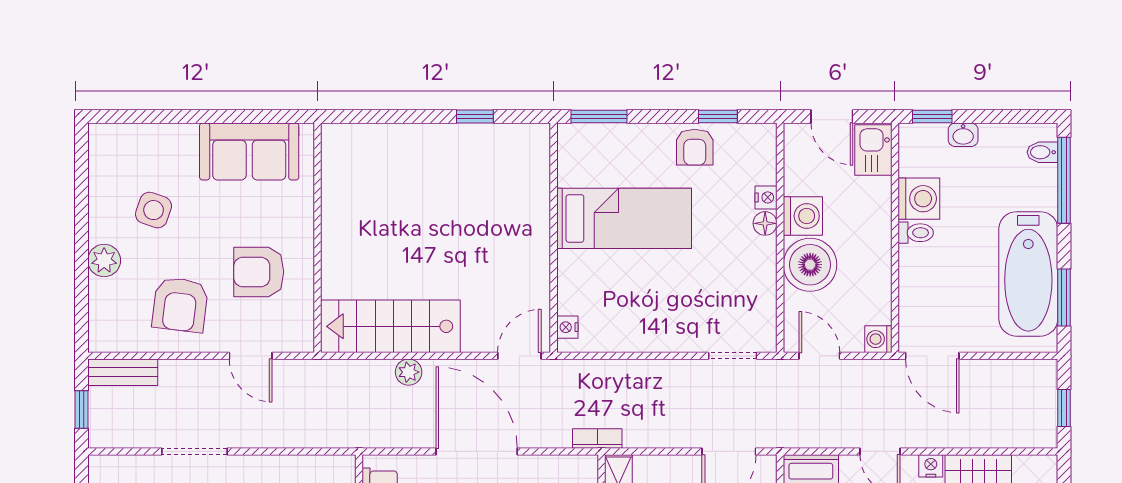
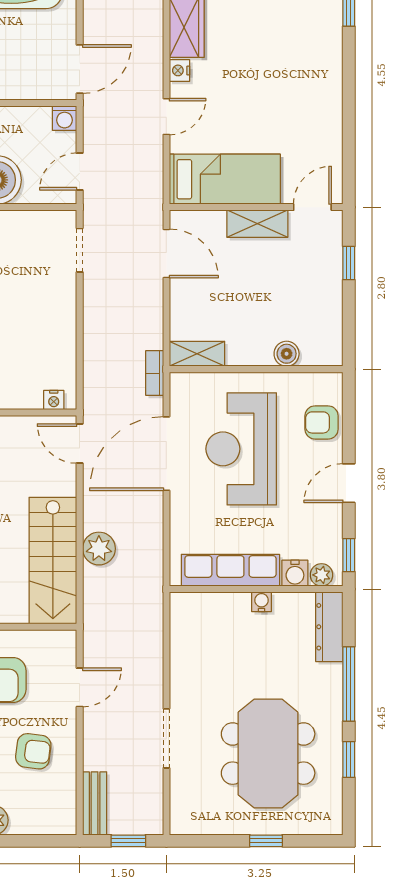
armchair: (180, 305) -> (33, 751), width x0.72, depth x0.72
plant: (409, 372) -> (99, 549), width x1.38, depth x1.38
door: (477, 451) -> (166, 454), moved

